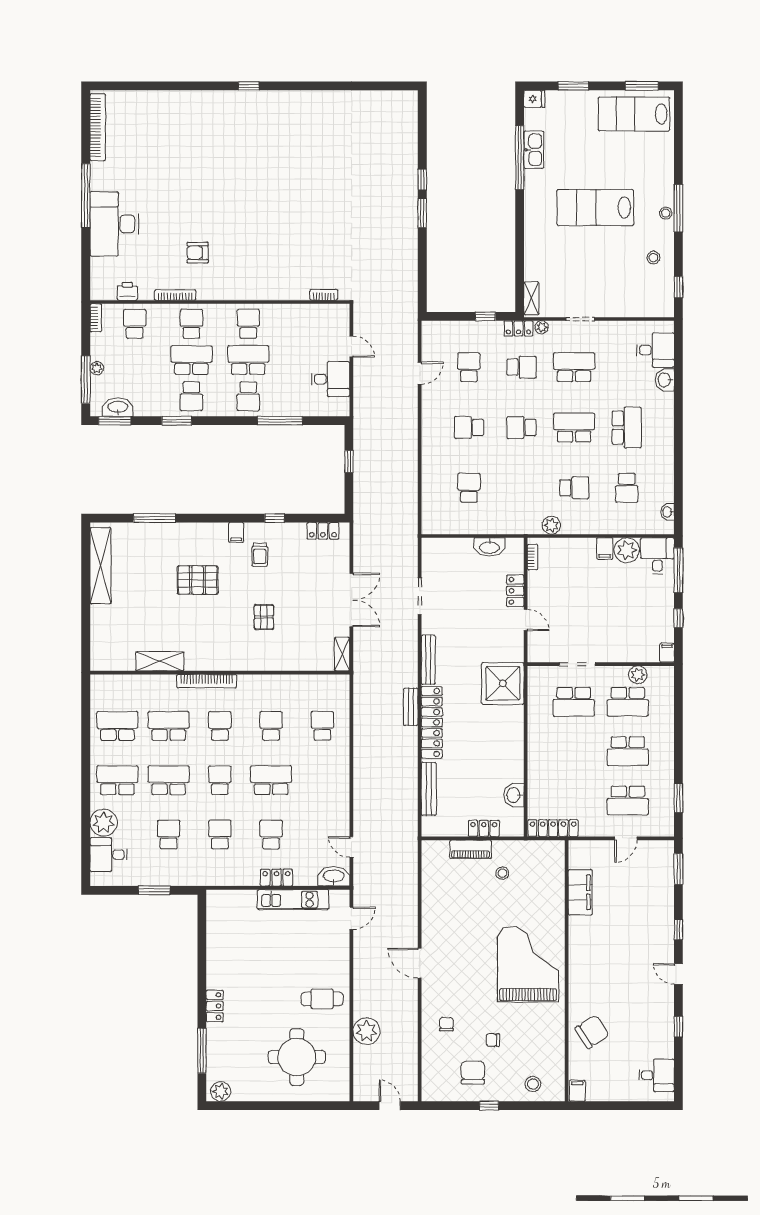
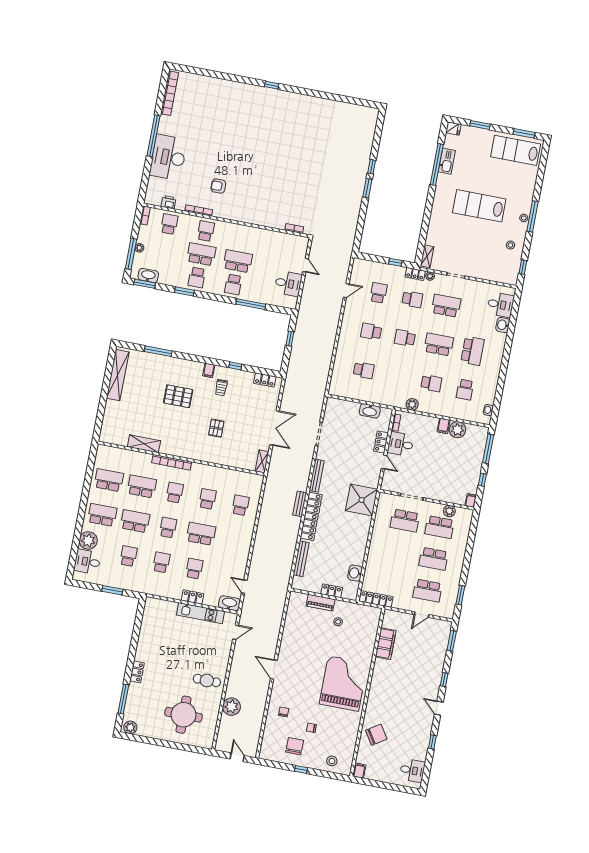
school desk: (248, 324) -> (242, 238), removed
school desk: (469, 488) -> (364, 370), turned 90
desk: (657, 556) -> (401, 444), moved, turned -90

